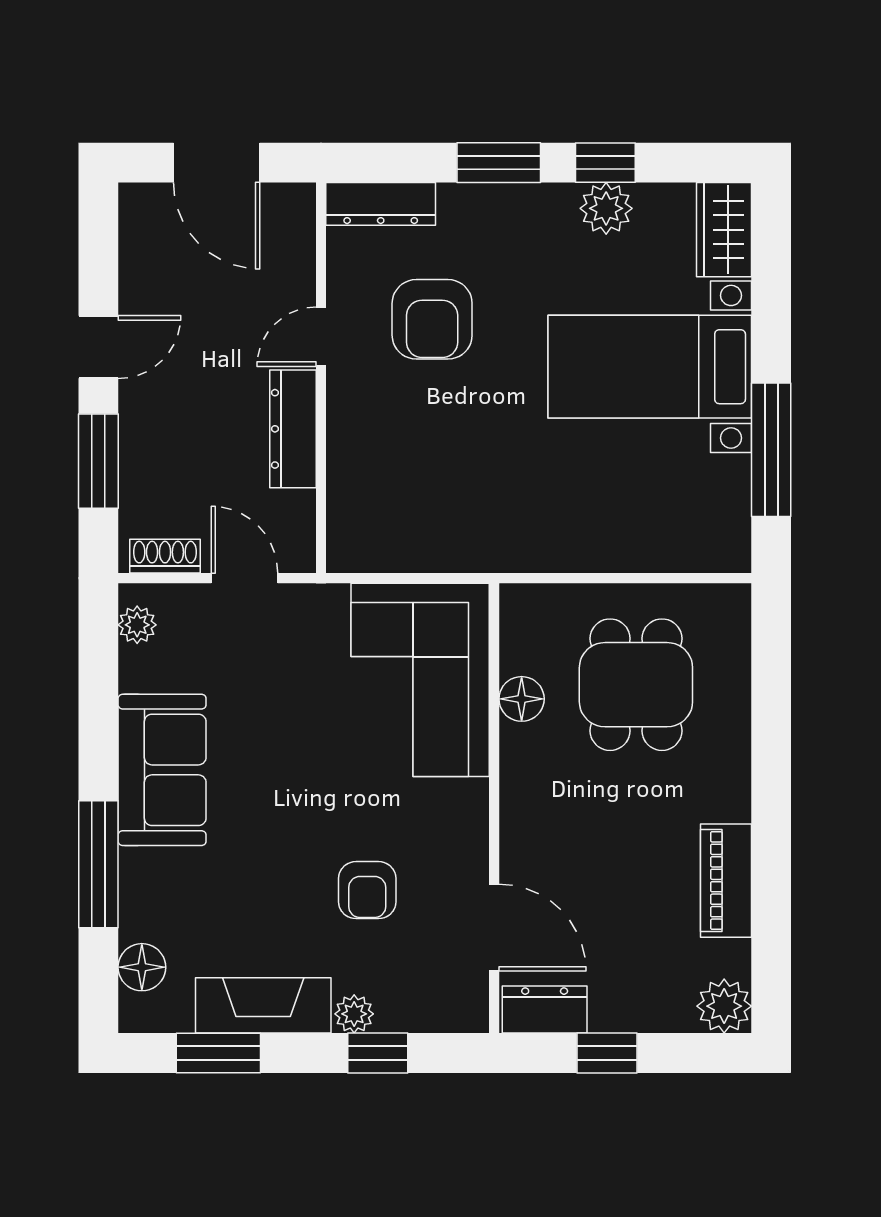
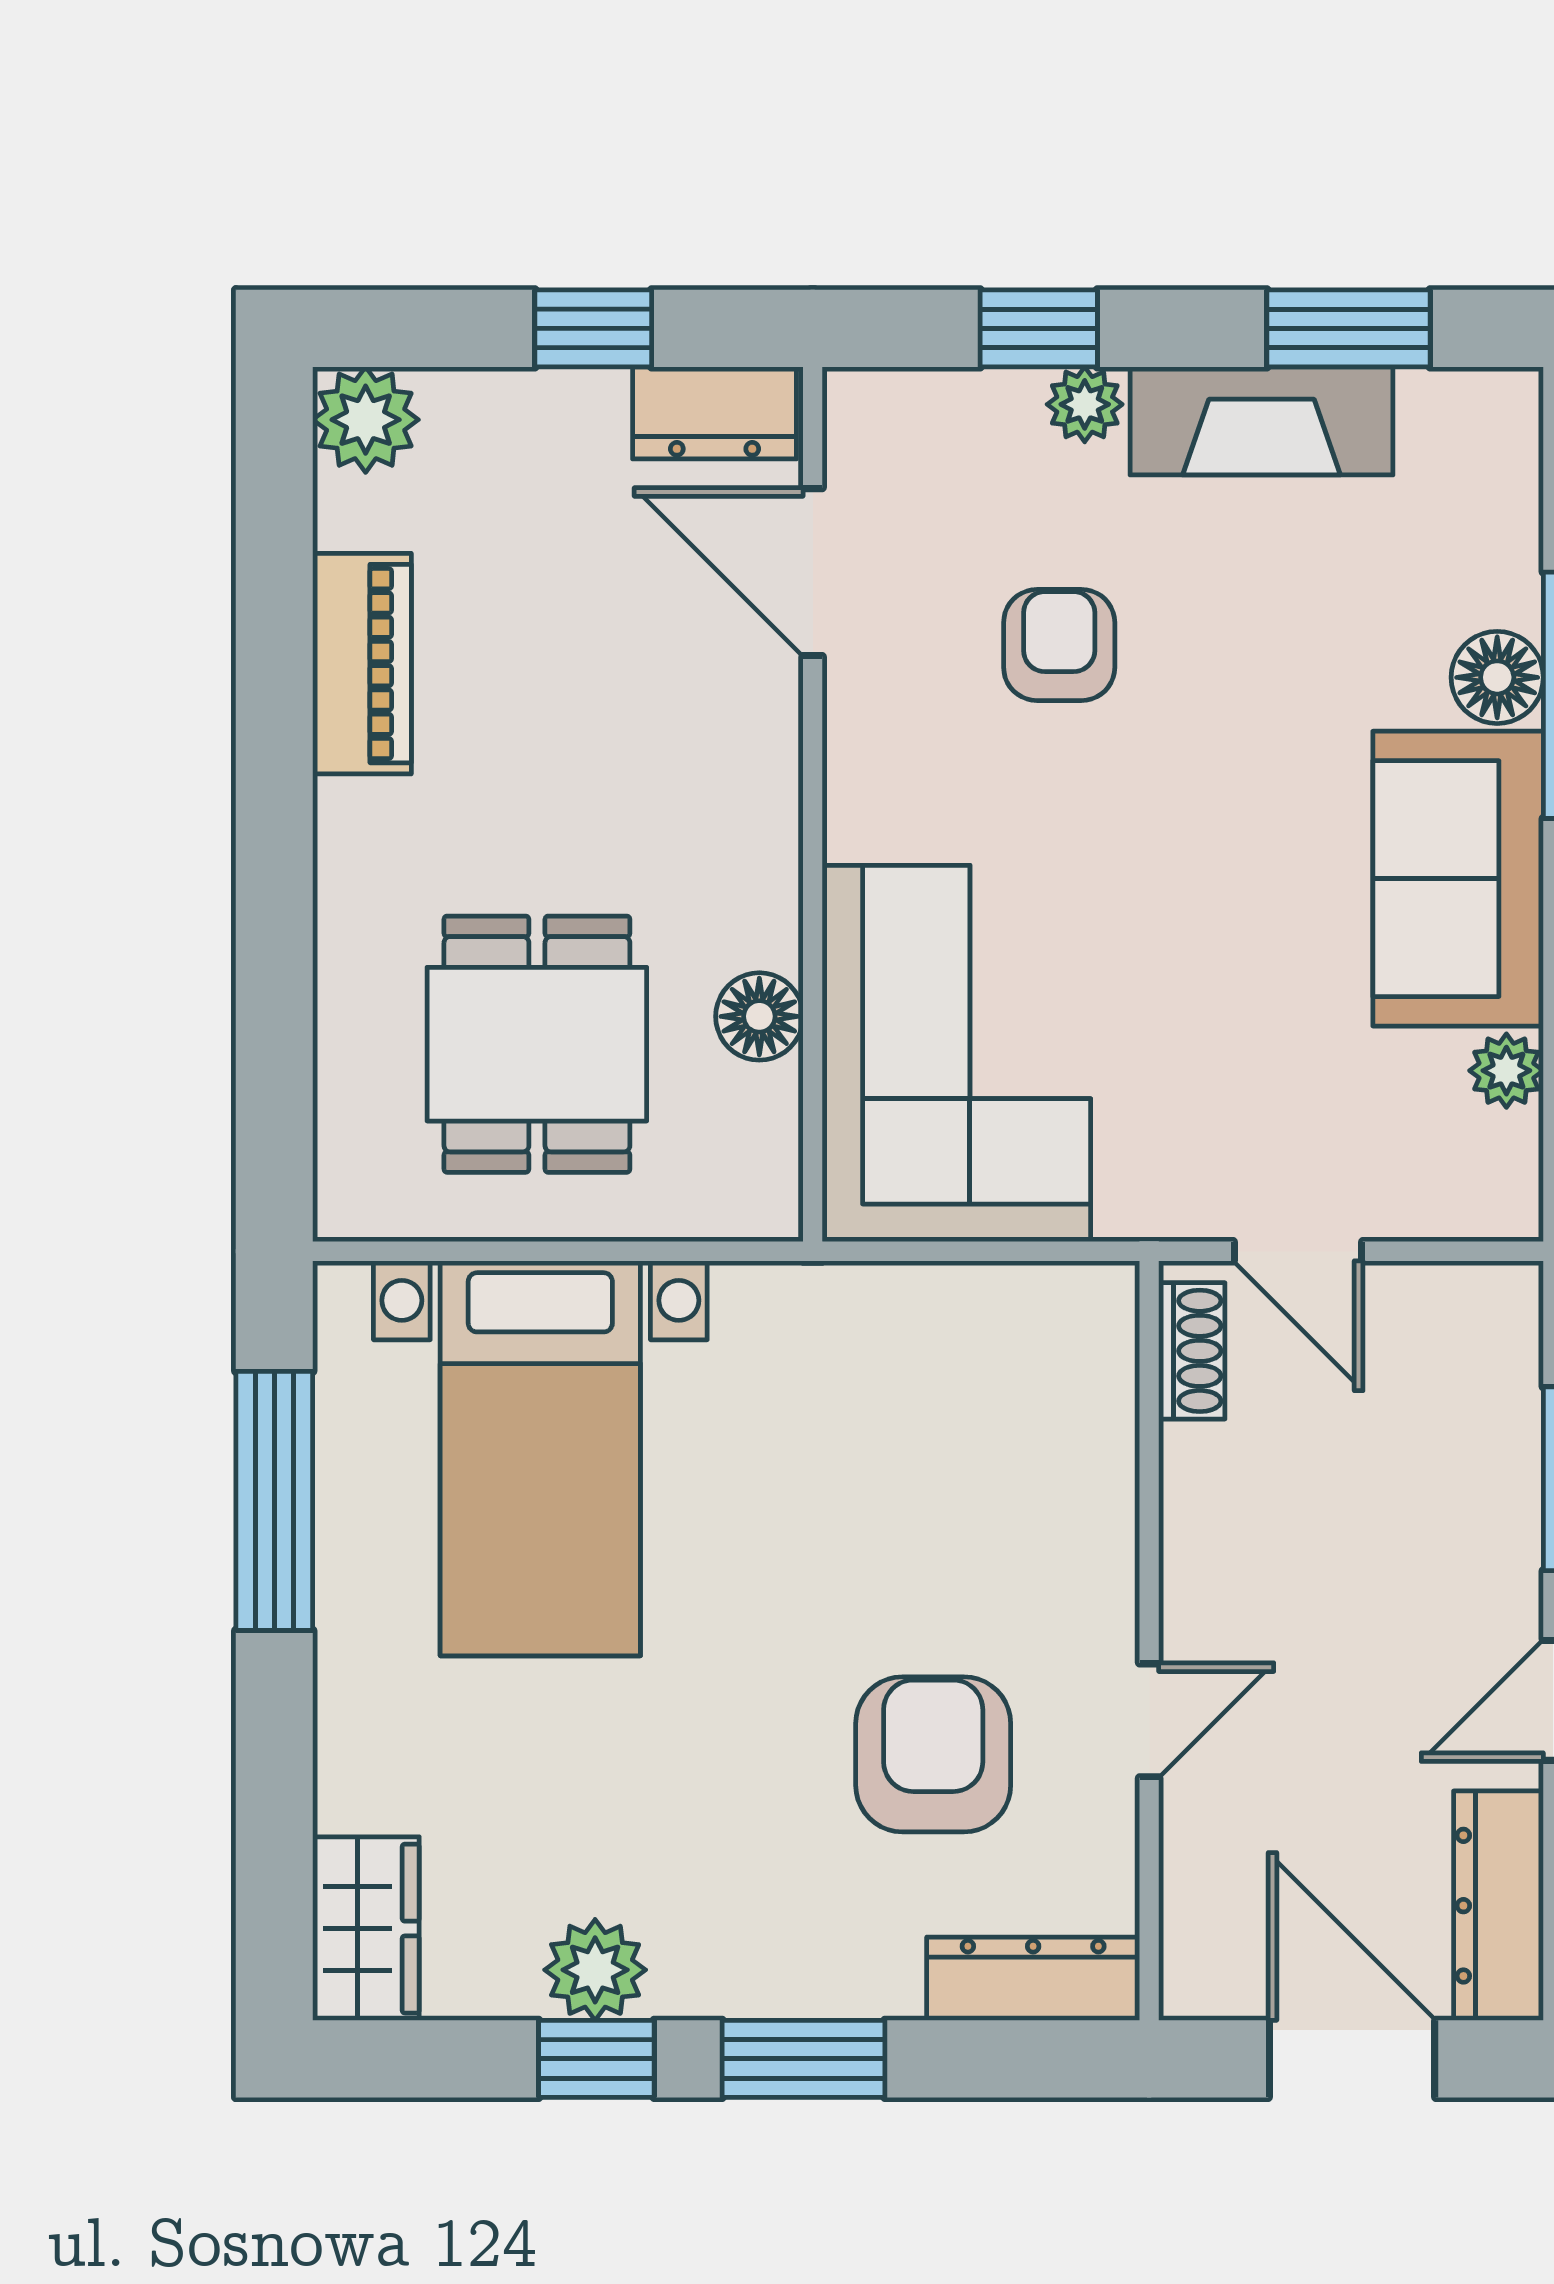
bed with nightstands: (650, 367) -> (540, 1458), moved, turned 90
dresser: (293, 429) -> (1498, 1906), moved, turned 180
shoe rack: (165, 556) -> (1192, 1351), moved, turned -90
plant: (137, 625) -> (1506, 1071), moved
floor lamp: (142, 967) -> (1497, 677), moved

